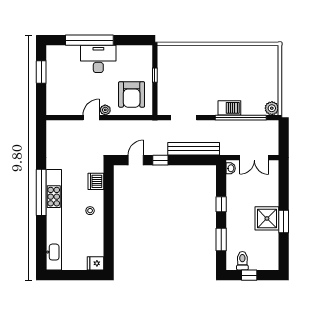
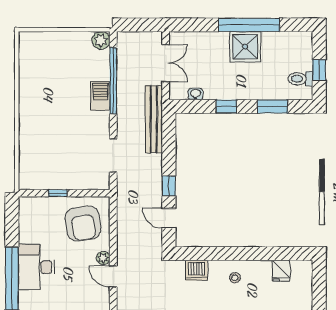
armchair: (132, 94) -> (83, 224), turned 81
bench: (194, 149) -> (154, 119), moved
washbasin: (231, 168) -> (195, 94), moved
window: (284, 221) -> (249, 25), width x2.11
fridge: (95, 263) -> (281, 271), moved

